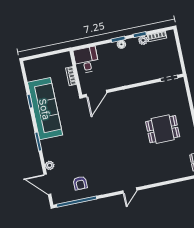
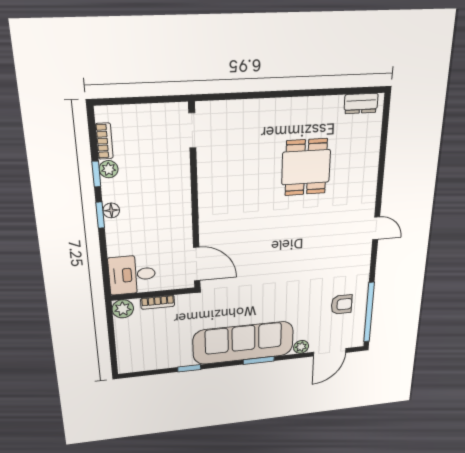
plant: (65, 58) -> (123, 309), added
sofa: (45, 109) -> (243, 343), moved
dining table: (163, 129) -> (306, 167), moved

